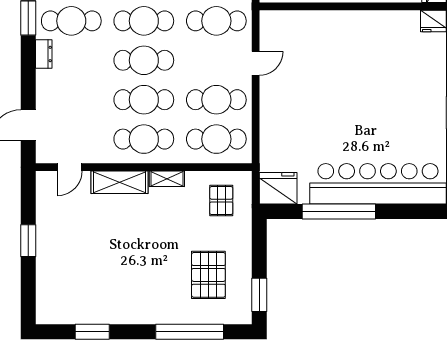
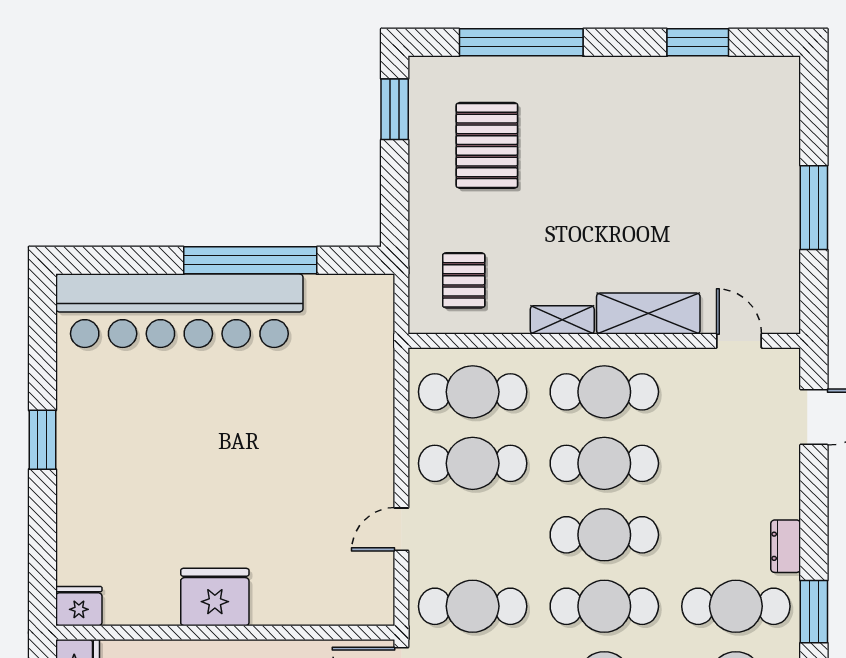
door: (70, 167) -> (739, 341), hinge flipped
fridge: (278, 188) -> (215, 597), moved, turned 180
window: (28, 241) -> (814, 208), width x1.44

